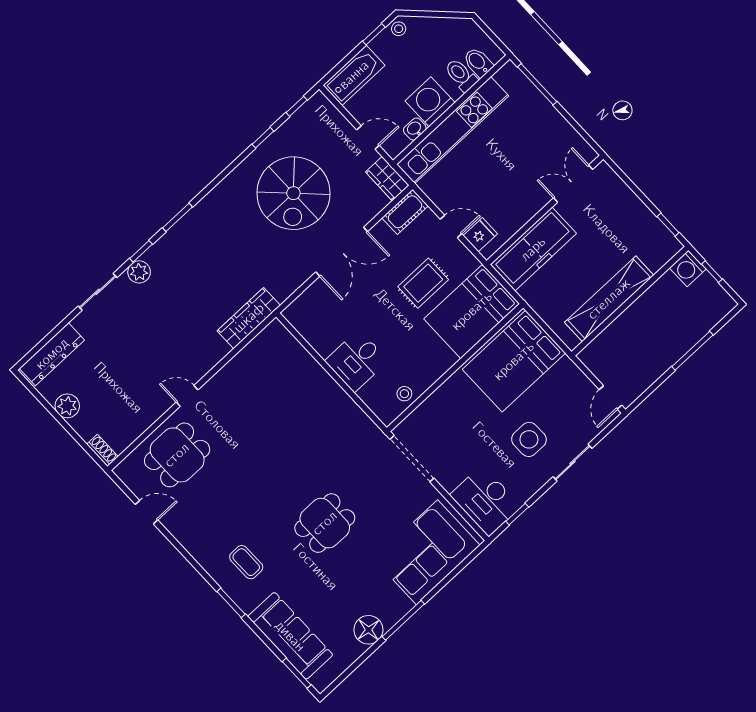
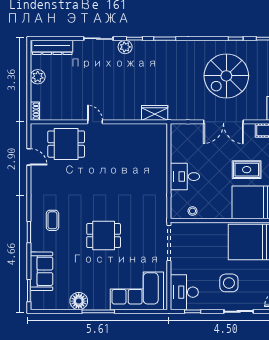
wardrobe: (249, 318) -> (155, 113), width x0.67
sofa: (290, 636) -> (42, 271), width x0.73

